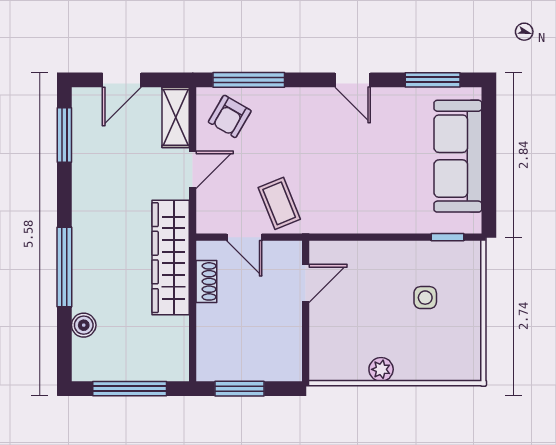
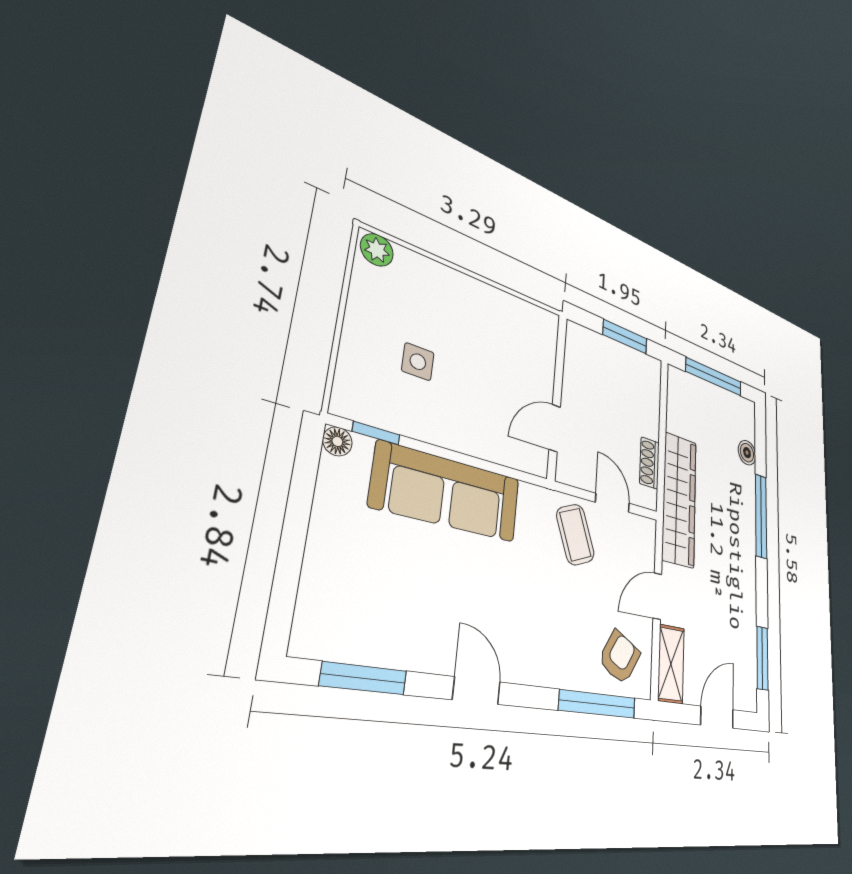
sofa: (458, 156) -> (448, 492), moved, turned 90
floor lamp: (472, 224) -> (337, 441), added
plant: (381, 369) -> (377, 250), moved

